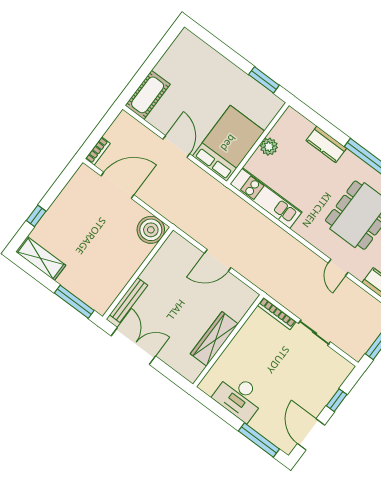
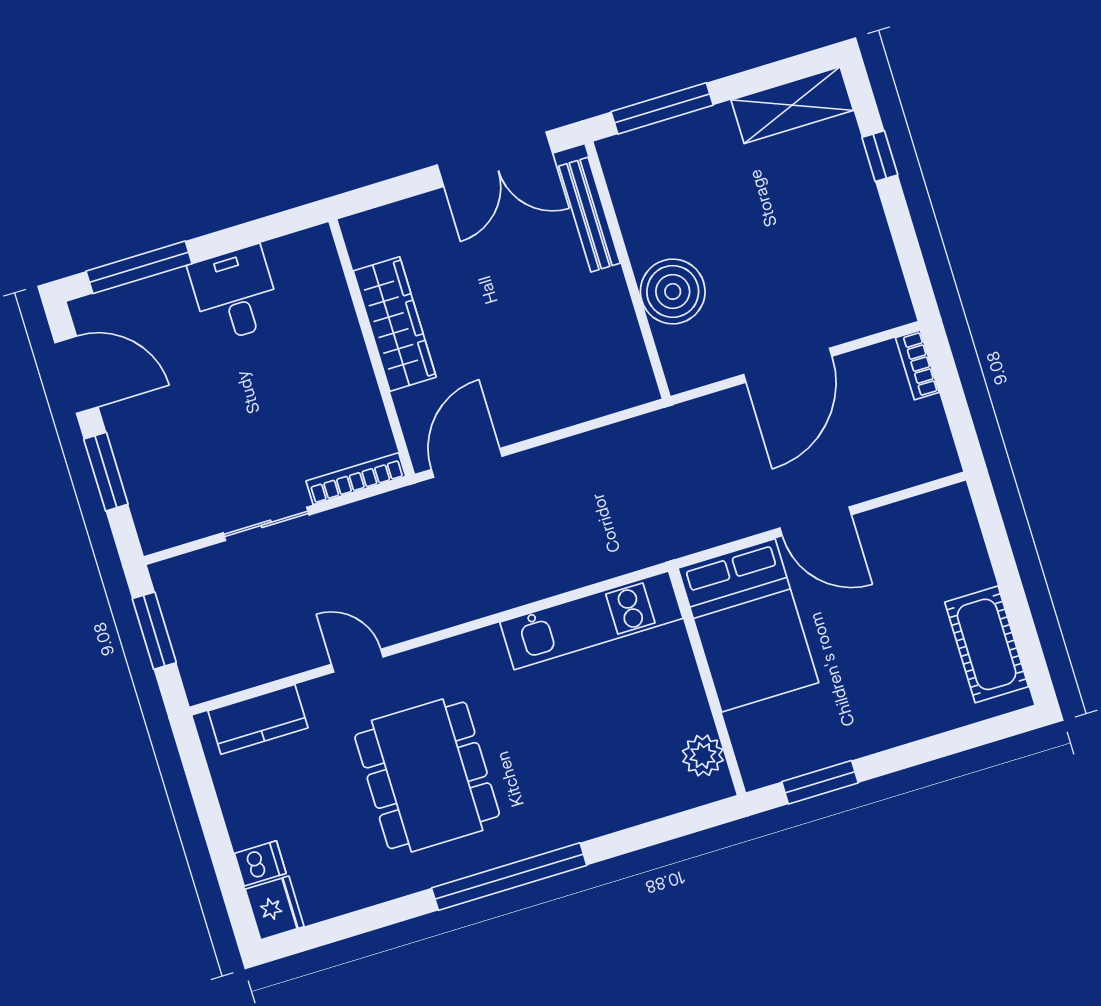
cot: (148, 95) -> (987, 644), moved
kitchen counter: (326, 144) -> (609, 811), removed
plant: (269, 147) -> (703, 756), moved
door: (118, 185) -> (788, 365), moved
boiler: (151, 230) -> (673, 291), moved
door: (218, 260) -> (467, 463), moved
desk: (239, 397) -> (235, 294), width x0.73
window: (337, 400) -> (106, 472), width x1.50

